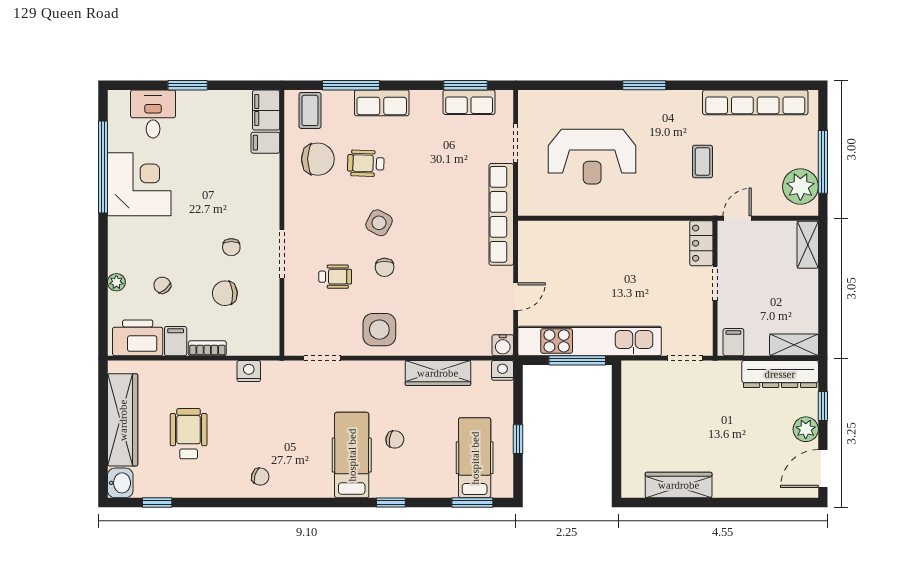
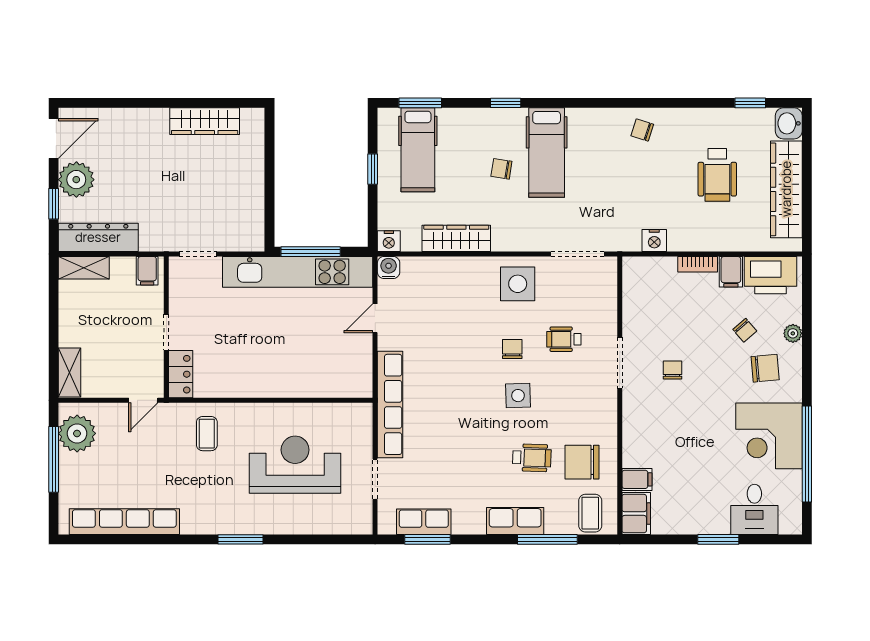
coffee table: (703, 162) -> (207, 434), moved
side table: (379, 223) -> (518, 396), turned -30
chair: (225, 293) -> (765, 368), moved
doorway: (322, 358) -> (578, 254), width x1.38
plant: (806, 429) -> (76, 180), width x1.36, depth x1.36

